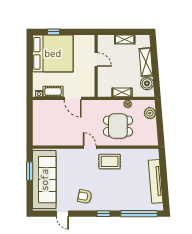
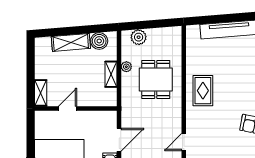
shelving: (125, 39) -> (41, 93), moved
door: (90, 147) -> (184, 142), moved

